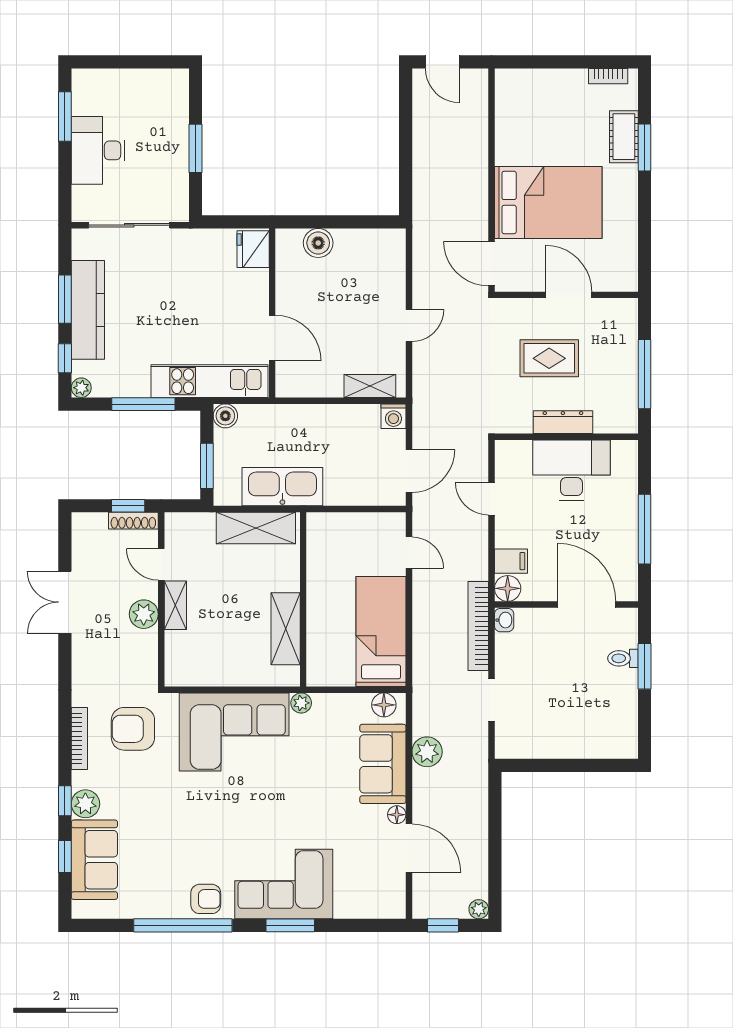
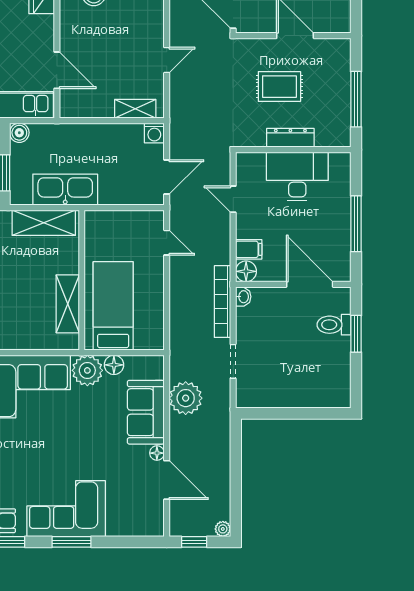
bed: (381, 632) -> (113, 306), moved
toilet: (623, 658) -> (334, 325), width x1.37, depth x1.39
plant: (301, 703) -> (87, 370), width x1.87, depth x1.87
floor lamp: (384, 705) -> (114, 365), moved
plant: (427, 752) -> (186, 398), width x1.36, depth x1.36

